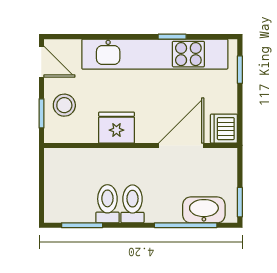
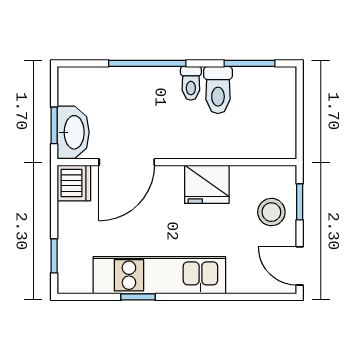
kitchen unit: (155, 54) -> (159, 275), width x0.73
window: (240, 202) -> (54, 125), moved
toilet: (133, 204) -> (191, 83), width x0.73, depth x0.72
washbasin: (204, 210) -> (73, 132), moved, turned -90
window: (186, 225) -> (147, 63), moved

